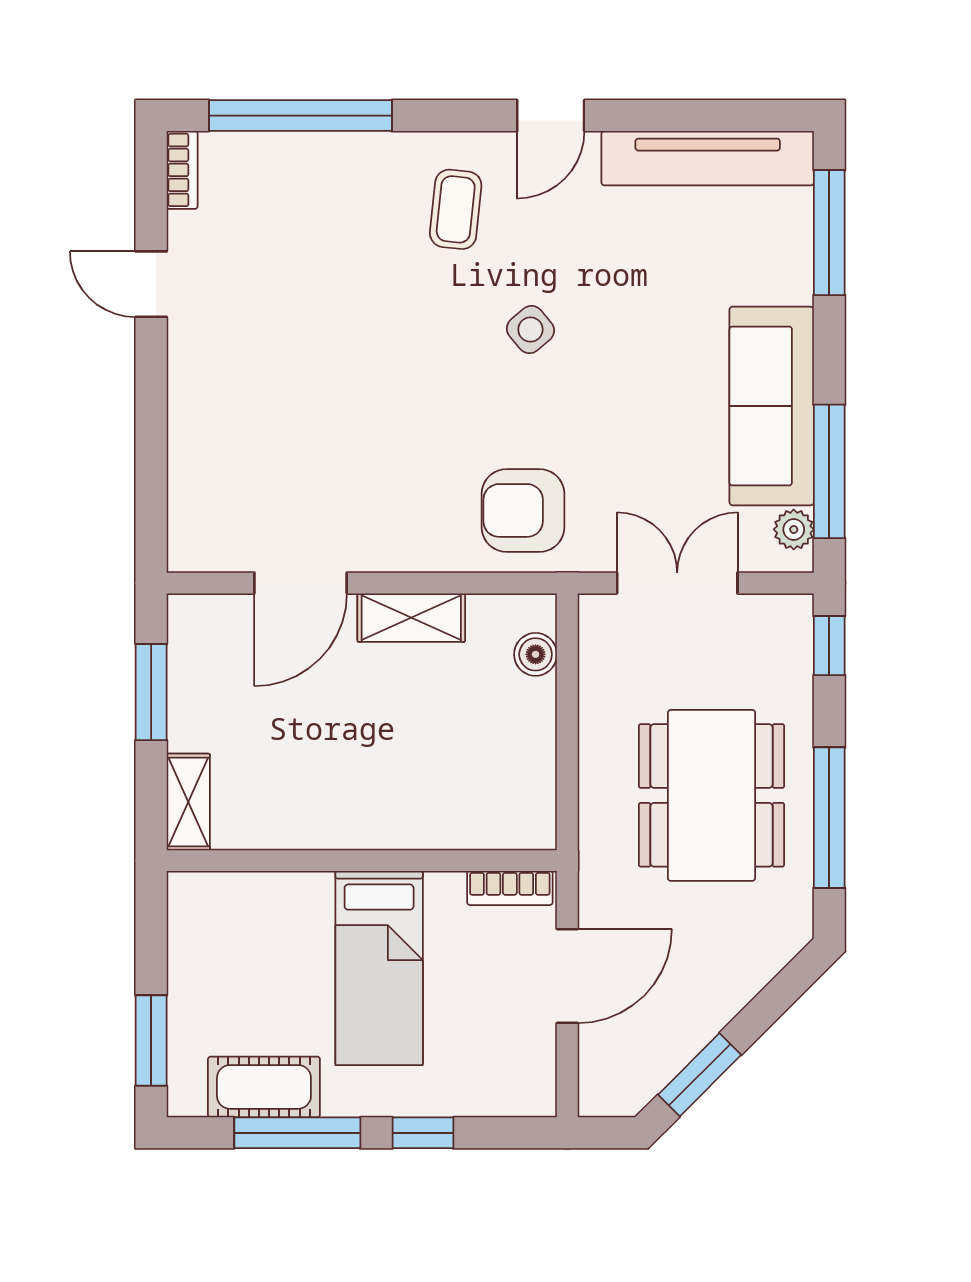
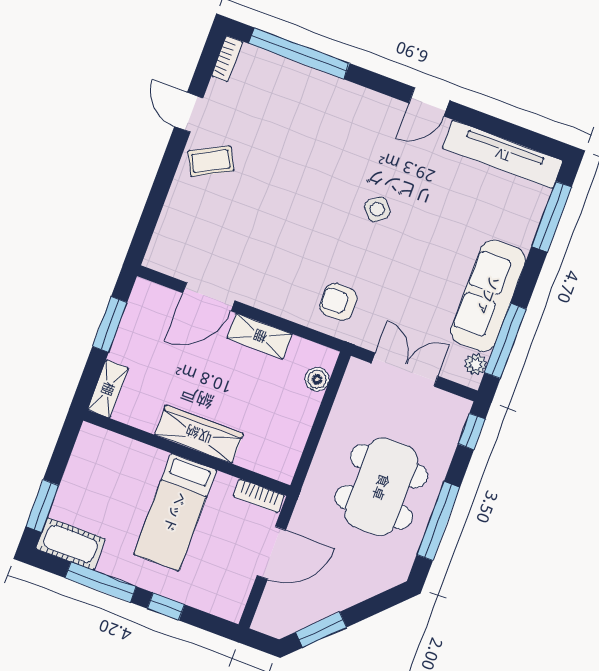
coffee table: (456, 209) -> (211, 161), moved, turned 56
armchair: (523, 510) -> (338, 302), width x0.72, depth x0.72
wardrobe: (371, 821) -> (199, 434), added
cot: (264, 1087) -> (71, 544), moved

